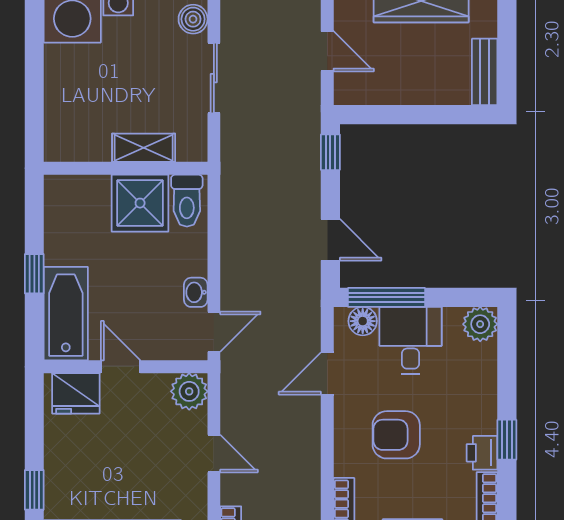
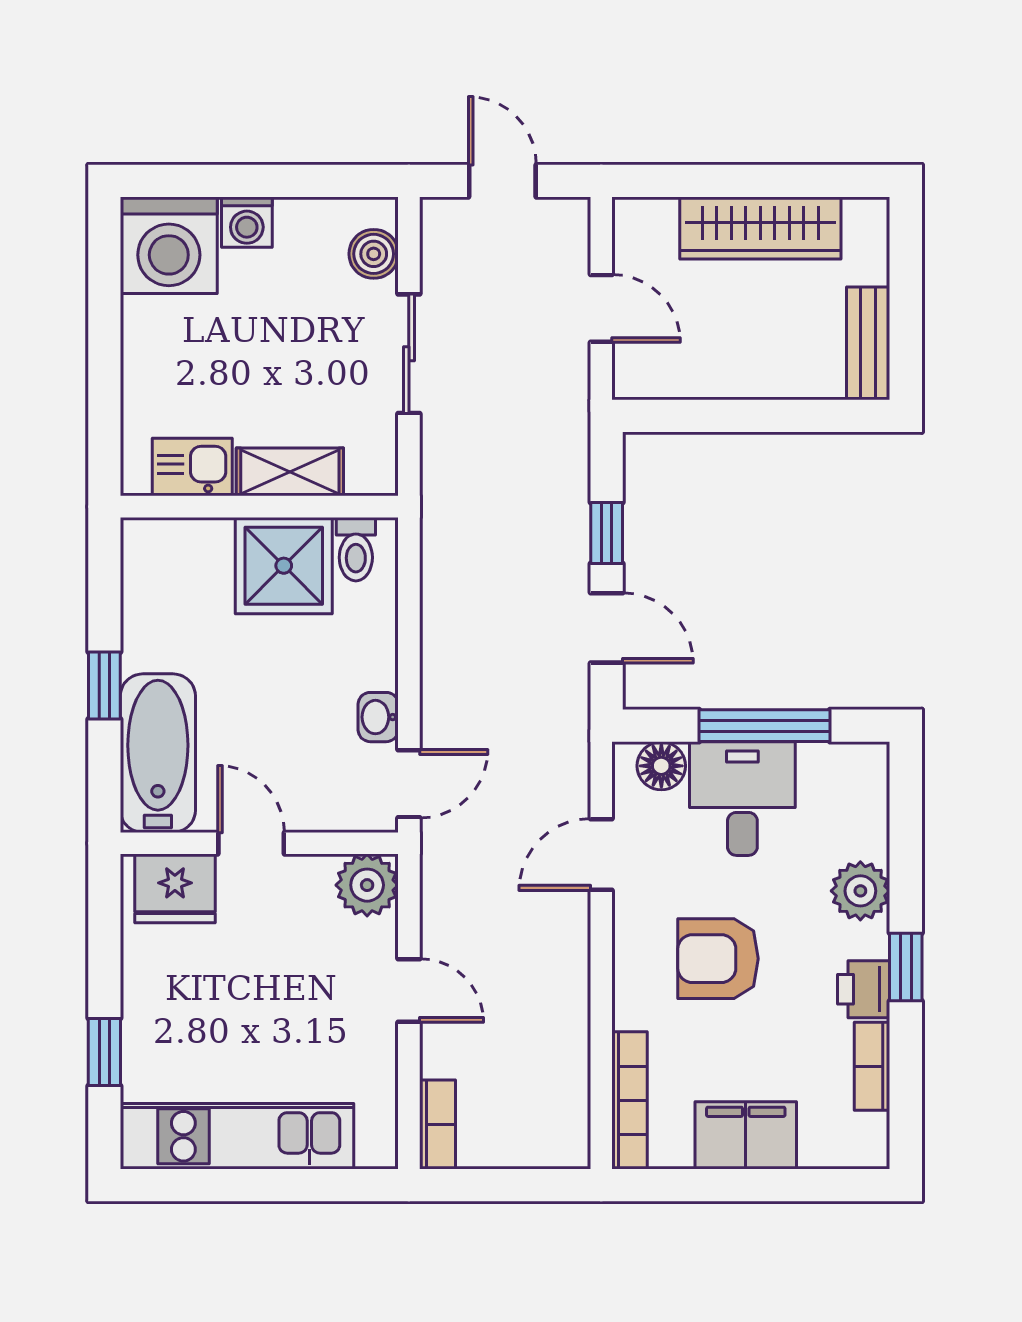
kitchen sink: (86, 145) -> (192, 467), added
window: (330, 152) -> (607, 533), moved
toilet: (187, 201) -> (356, 549), width x0.73, depth x0.72
window: (387, 297) -> (765, 726), moved
plant: (480, 324) -> (860, 891), moved

